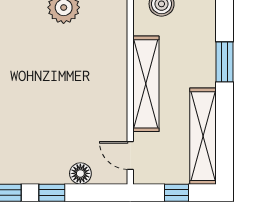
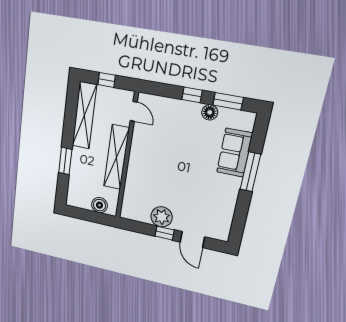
floor lamp: (80, 173) -> (210, 112), moved

